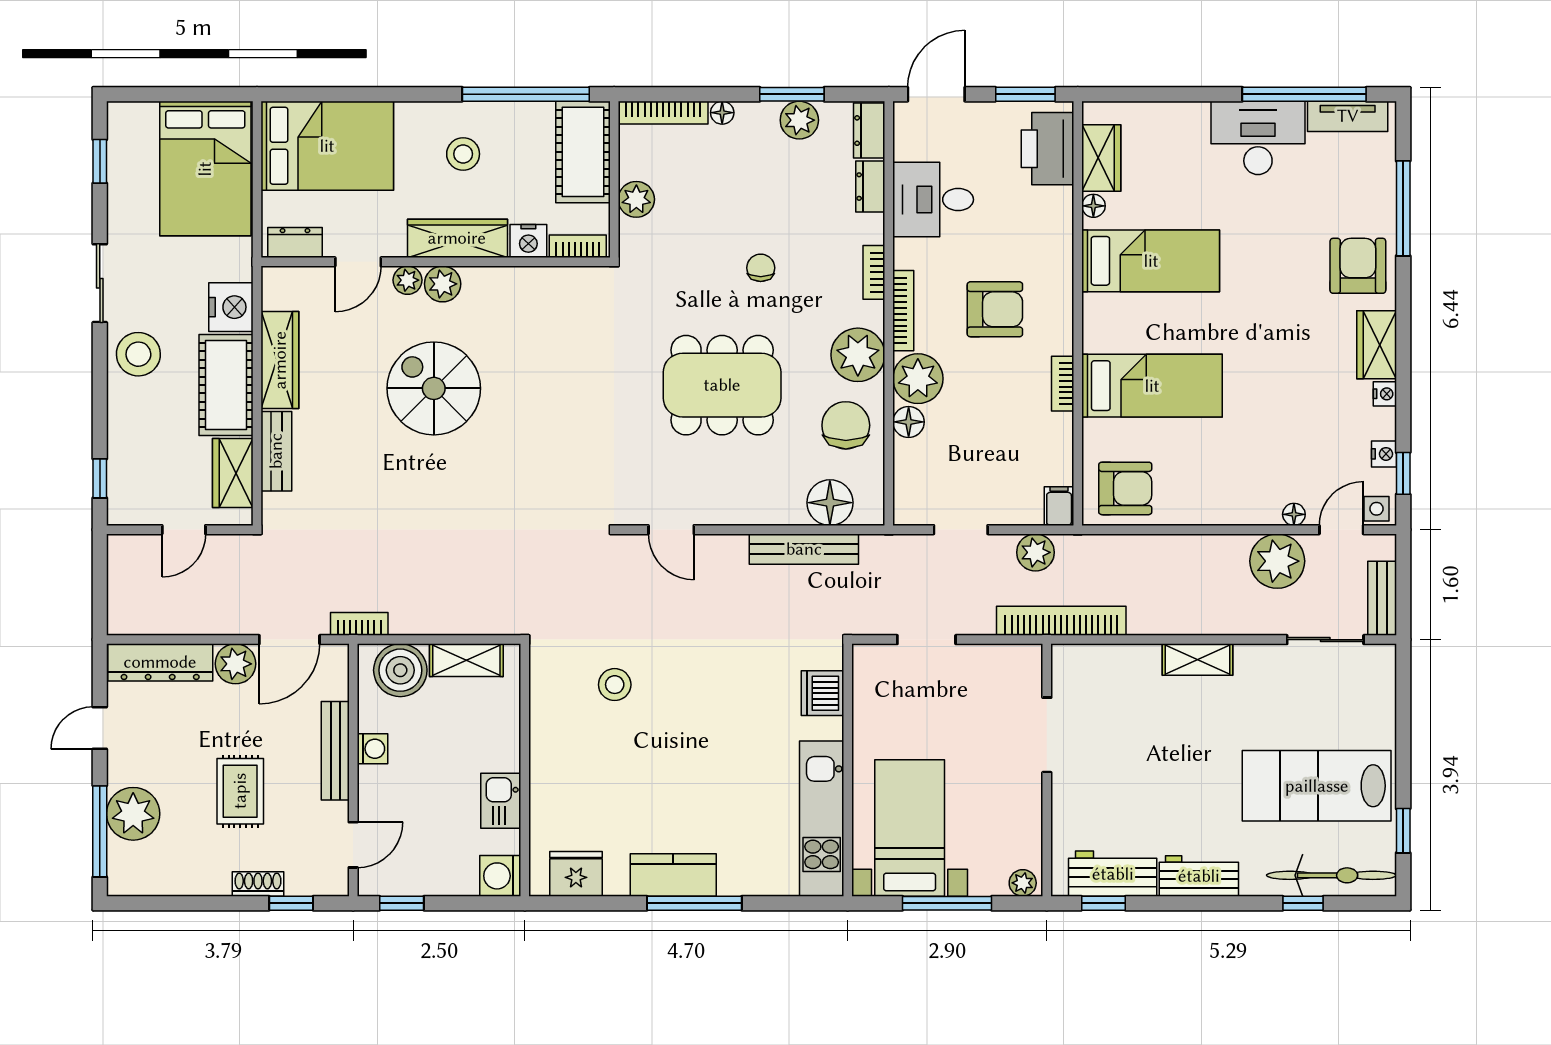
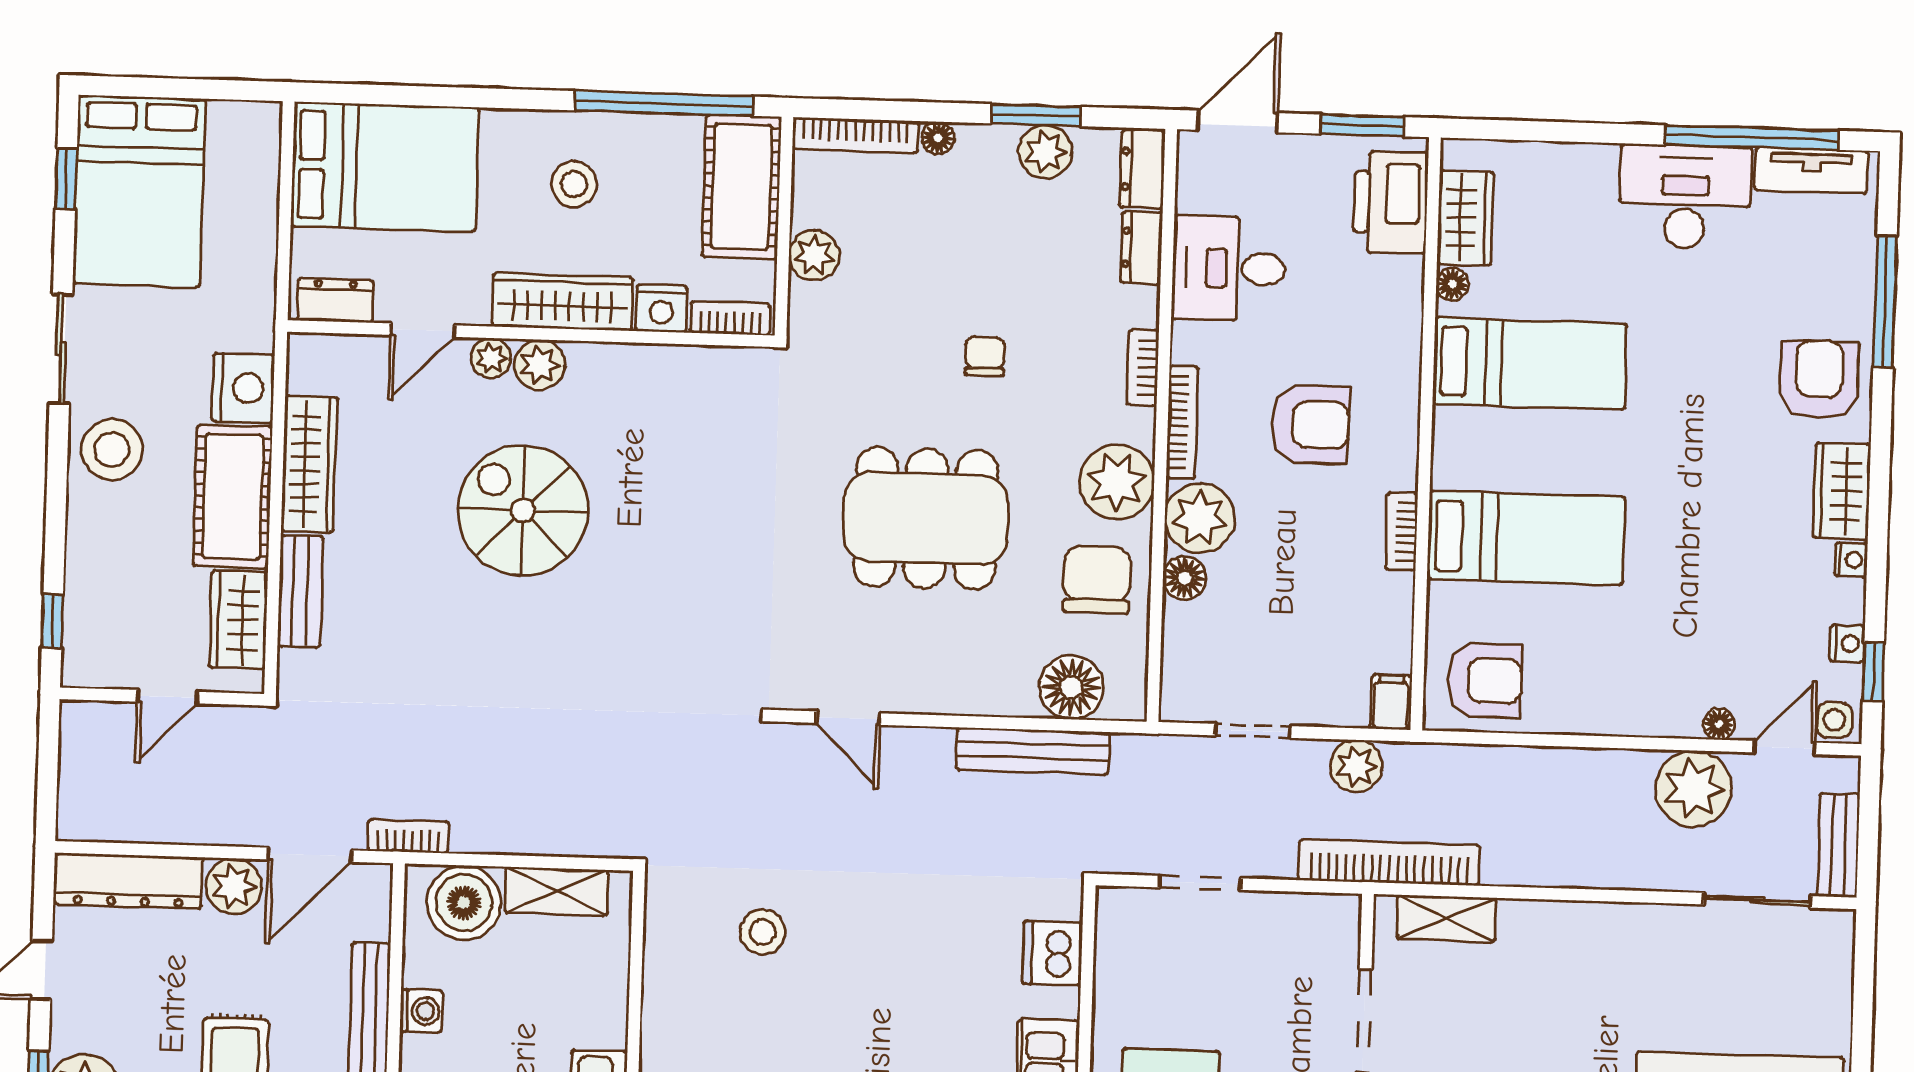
bed: (205, 169) -> (139, 191), moved
shelving: (1197, 659) -> (1446, 918), moved

